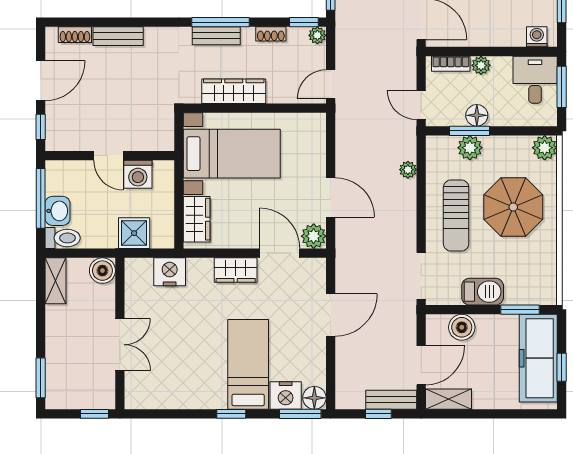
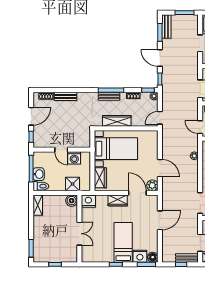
boiler: (102, 271) -> (72, 201), moved
wall: (120, 333) -> (79, 229), moved
double door: (120, 345) -> (79, 234), moved

